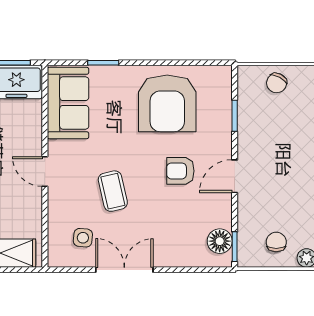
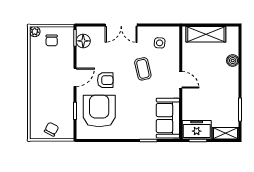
armchair: (167, 103) -> (99, 111), moved
double door: (124, 270) -> (121, 25), moved

